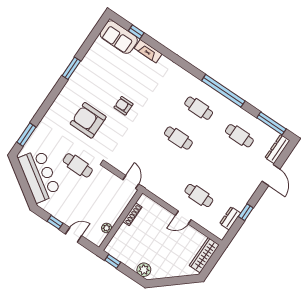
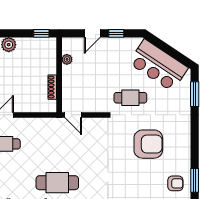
armchair: (123, 106) -> (175, 183), moved
cafe table: (178, 138) -> (57, 183), width x1.37, depth x1.35

